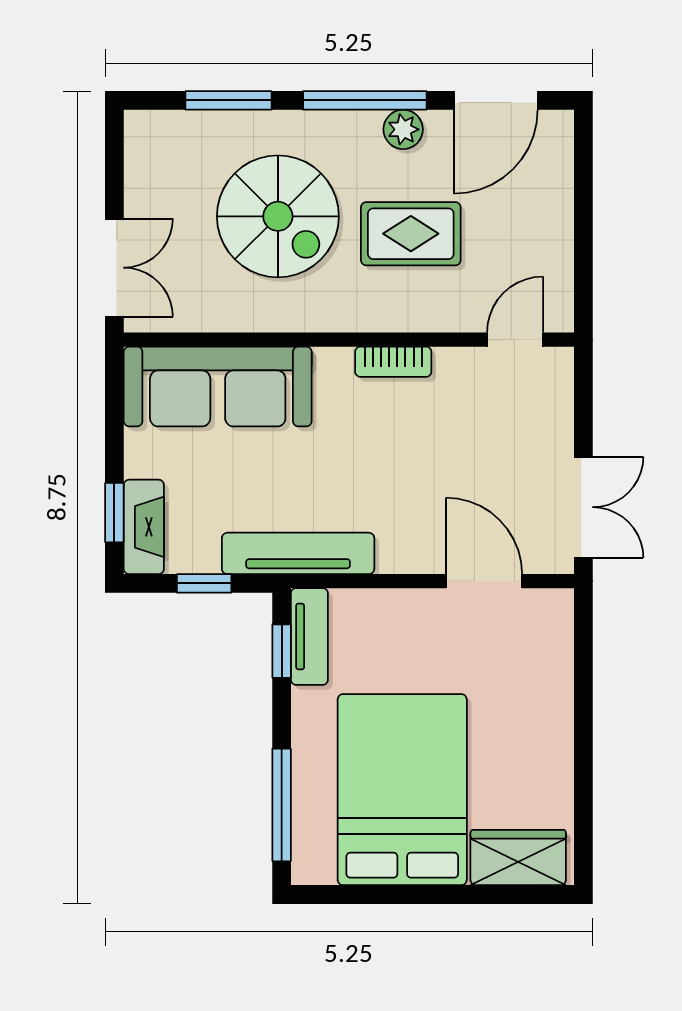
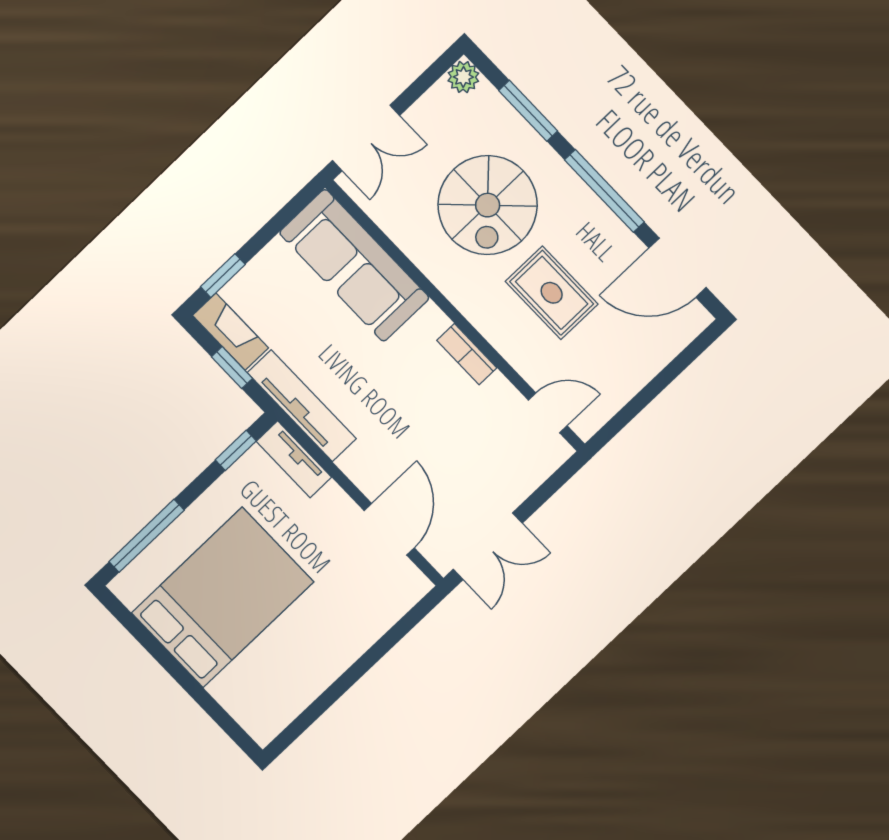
plant: (403, 129) -> (463, 77), moved
fireplace: (144, 527) -> (230, 332), moved, turned -90
tv unit: (309, 636) -> (294, 459), moved, turned 90
wardrobe: (518, 858) -> (248, 702), removed

